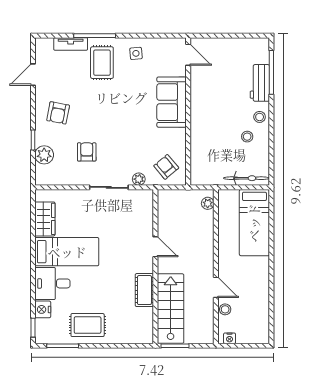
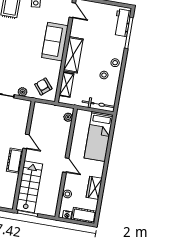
workbench: (260, 83) -> (122, 23), moved
shelving: (200, 116) -> (73, 55), added
shelving: (198, 159) -> (66, 85), added
door: (216, 287) -> (66, 165), moved
cot: (144, 290) -> (15, 161), moved
wardrobe: (261, 295) -> (94, 188), added
cot: (253, 335) -> (84, 215), added

